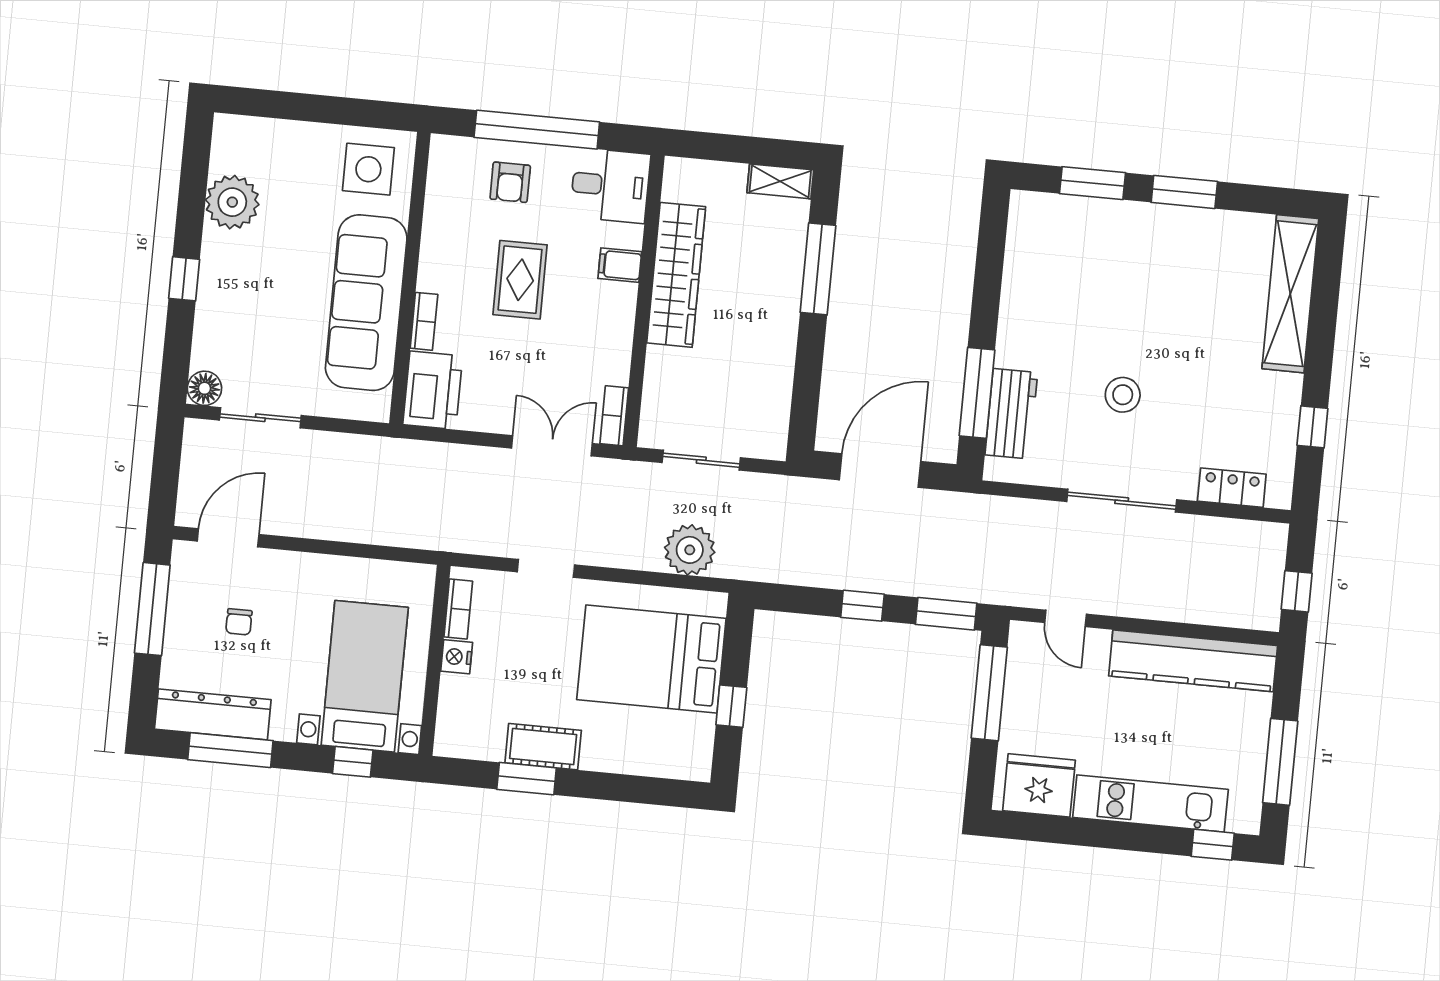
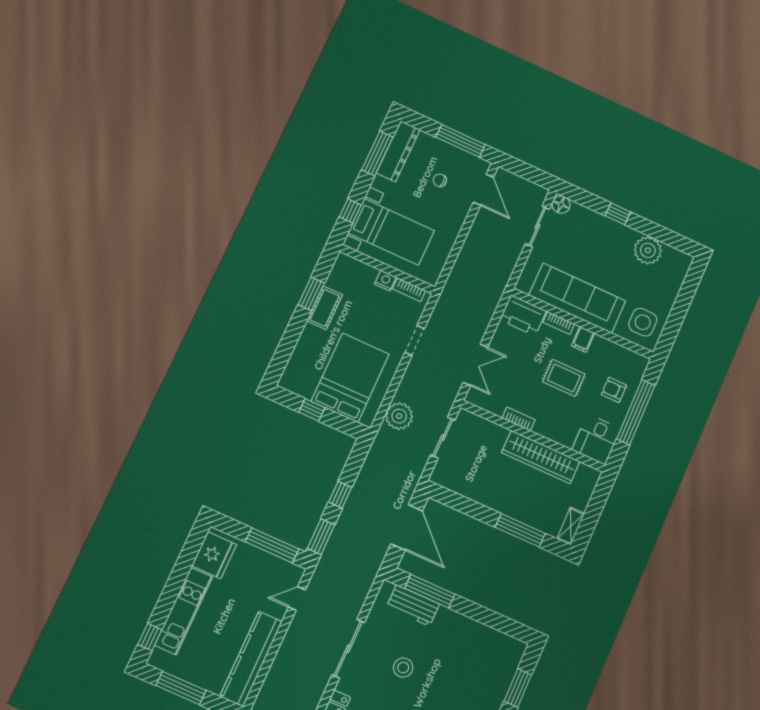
filing cabinet: (620, 265) -> (583, 340), moved, turned 180
bookcase: (614, 416) -> (519, 419), moved

